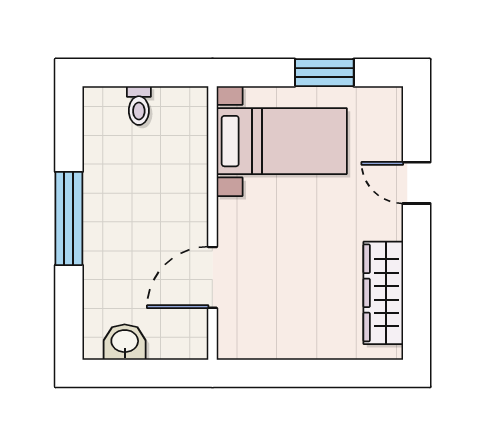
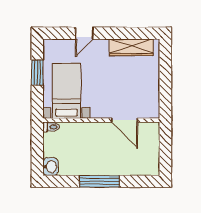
toilet: (139, 106) -> (51, 127), moved
washbasin: (125, 342) -> (51, 167), moved, turned 180

